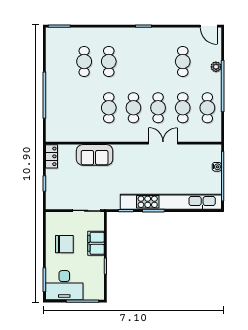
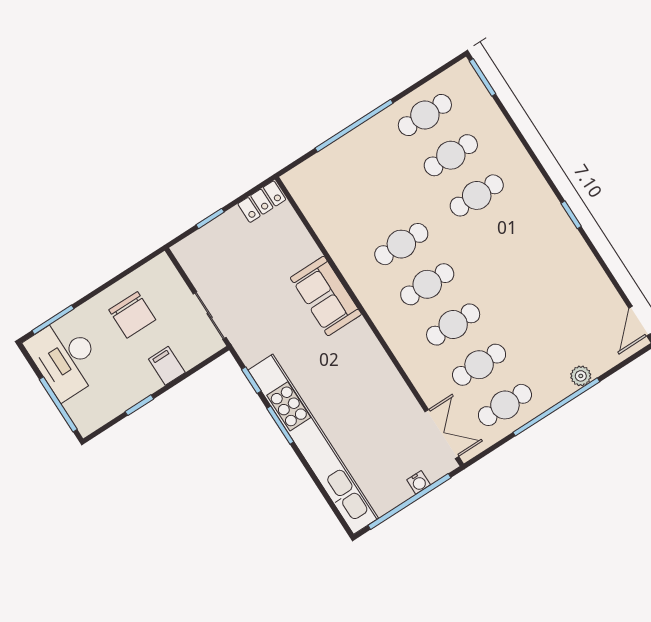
cafe table: (183, 62) -> (425, 115), moved
double door: (163, 143) -> (442, 434), moved
sofa: (95, 155) -> (326, 296), moved
filing cabinet: (96, 243) -> (167, 366), width x0.50

